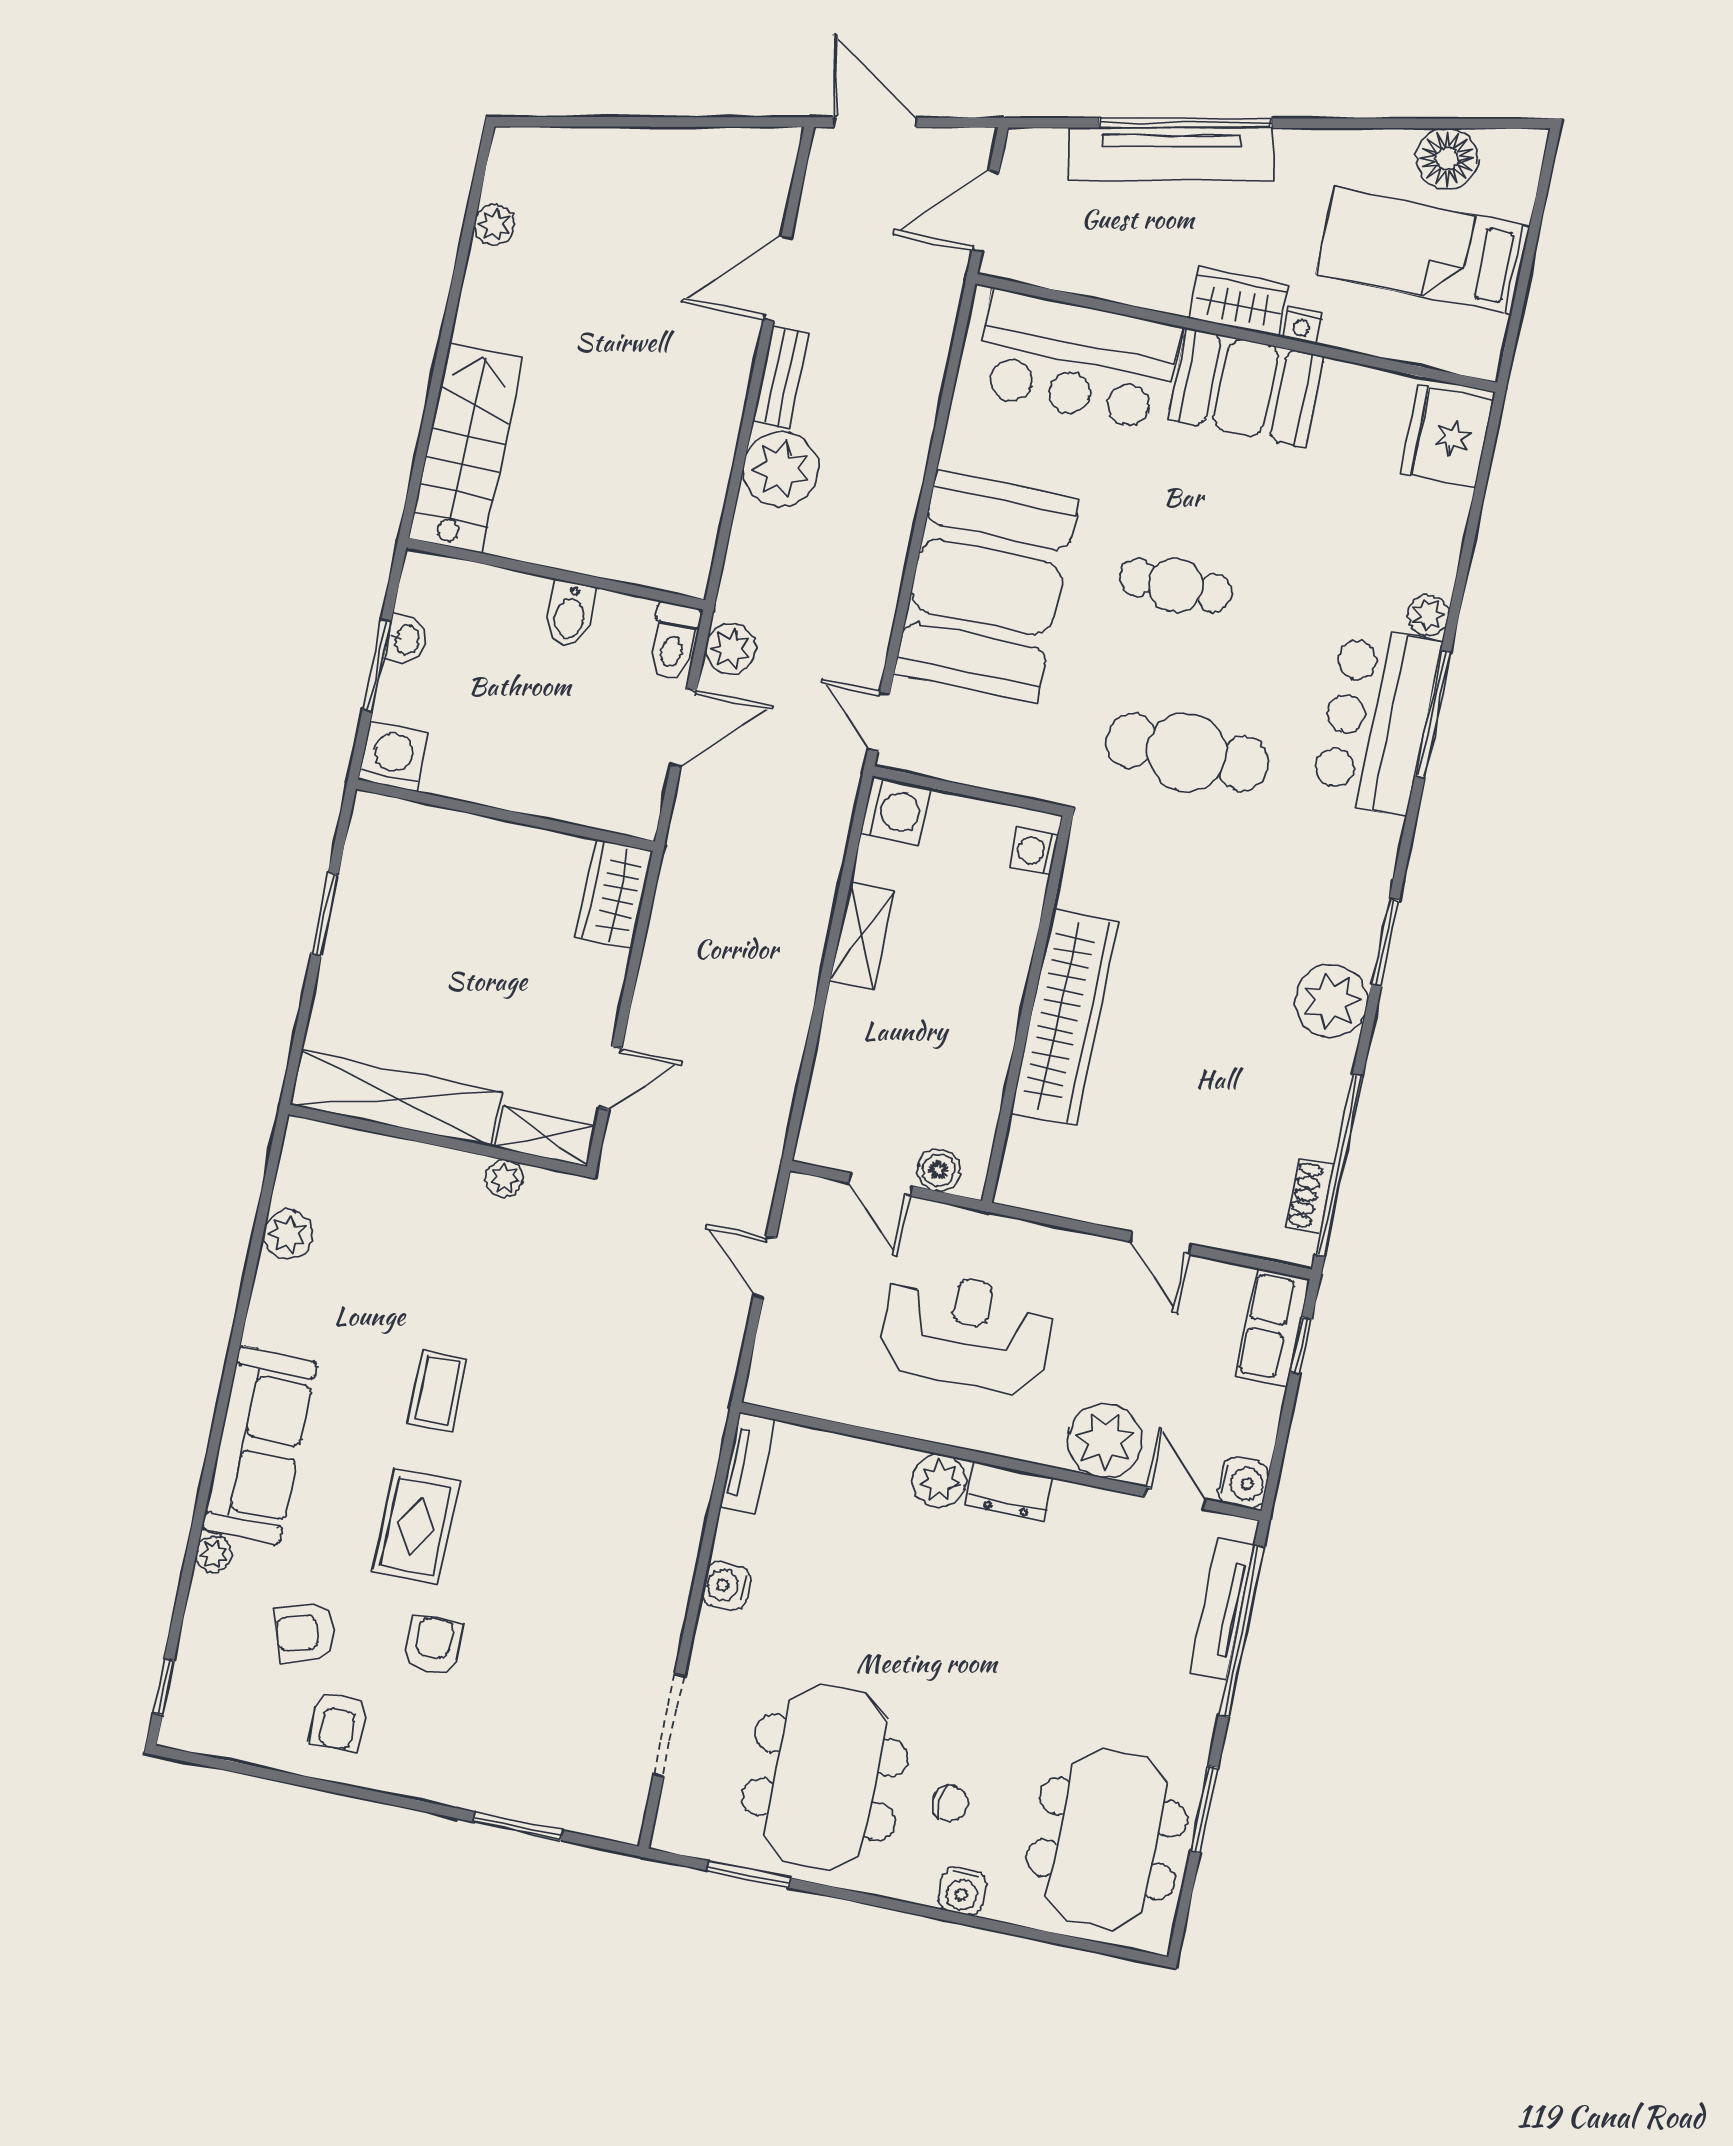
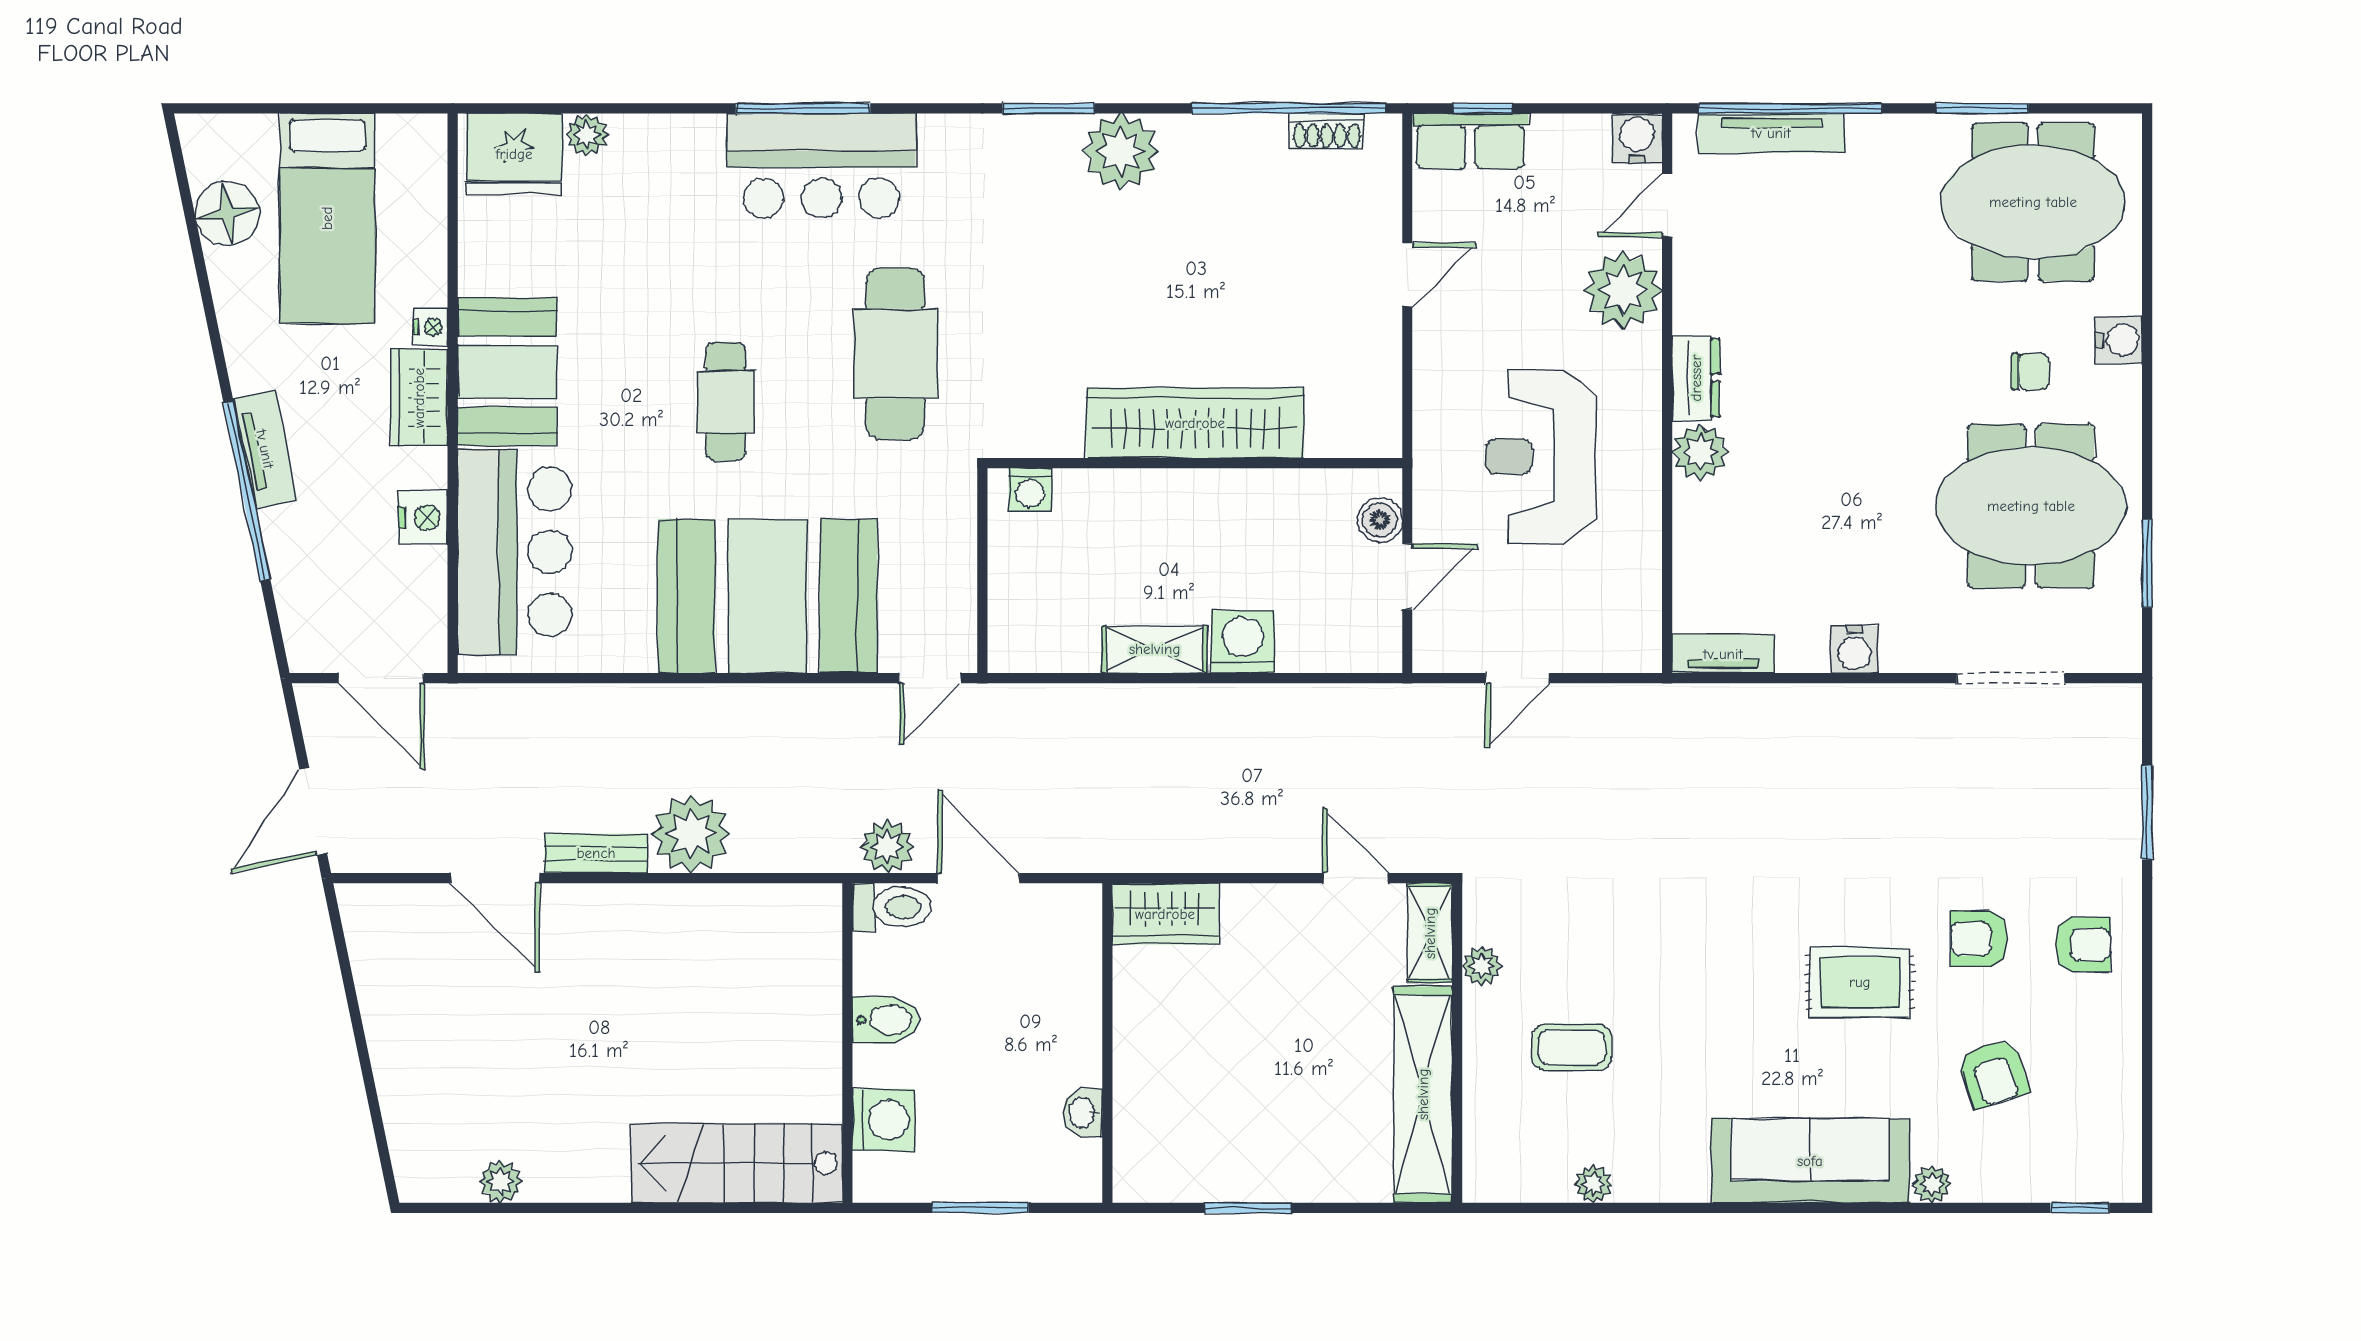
tv unit: (1171, 154) -> (265, 449), width x0.52, depth x0.78
nightstand: (1127, 282) -> (423, 517), added
plant: (1428, 615) -> (587, 135), moved
washbasin: (406, 640) -> (1083, 1113), moved, turned -90
washing machine: (393, 757) -> (883, 1120), moved, turned 180
washing machine: (895, 811) -> (1243, 642), moved
plant: (288, 1234) -> (1593, 1184), width x0.73, depth x0.73
coffee table: (437, 1390) -> (1572, 1047), moved
armchair: (339, 1721) -> (2083, 945), moved
chair: (950, 1803) -> (2030, 372), turned 90

